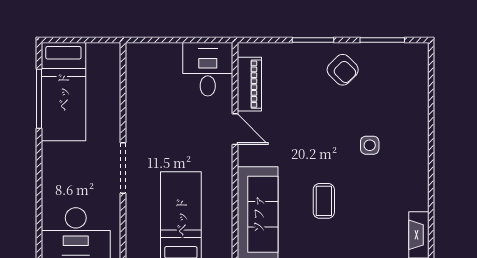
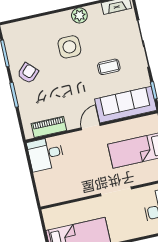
door: (235, 129) -> (91, 127), moved
side table: (370, 145) -> (69, 47), width x1.87, depth x1.87
plant: (416, 172) -> (79, 15), added

